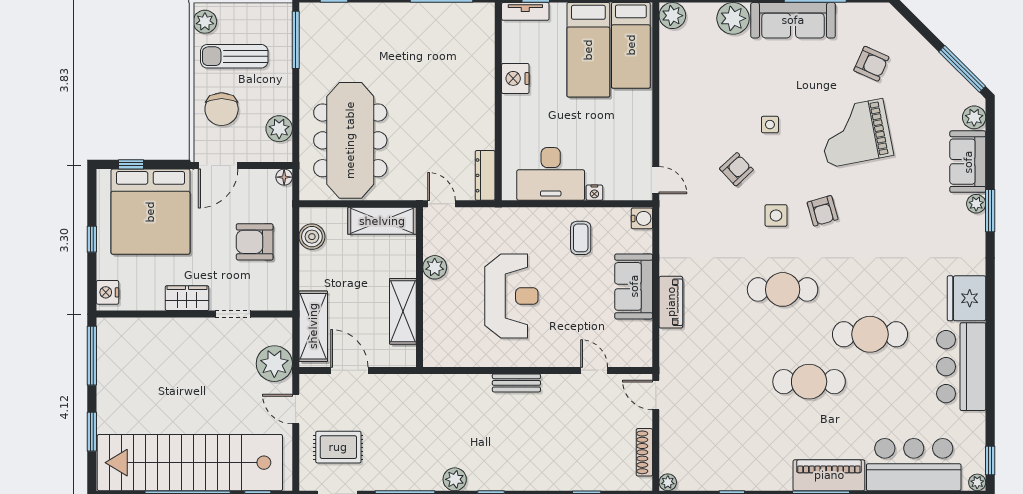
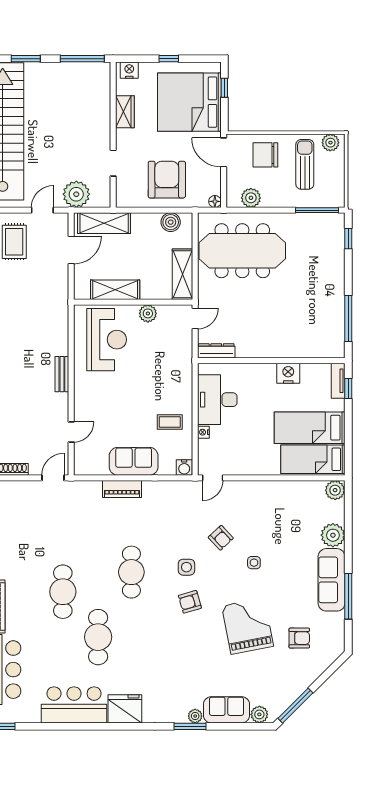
armchair: (871, 64) -> (299, 638), turned -114
armchair: (255, 242) -> (167, 180), width x1.36, depth x1.36
reception desk: (511, 296) -> (107, 340), moved, turned -90
wardrobe: (187, 298) -> (125, 112), moved

